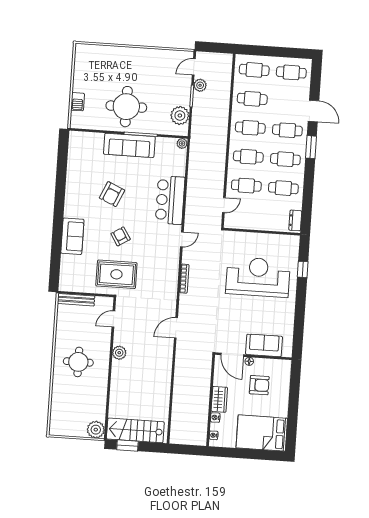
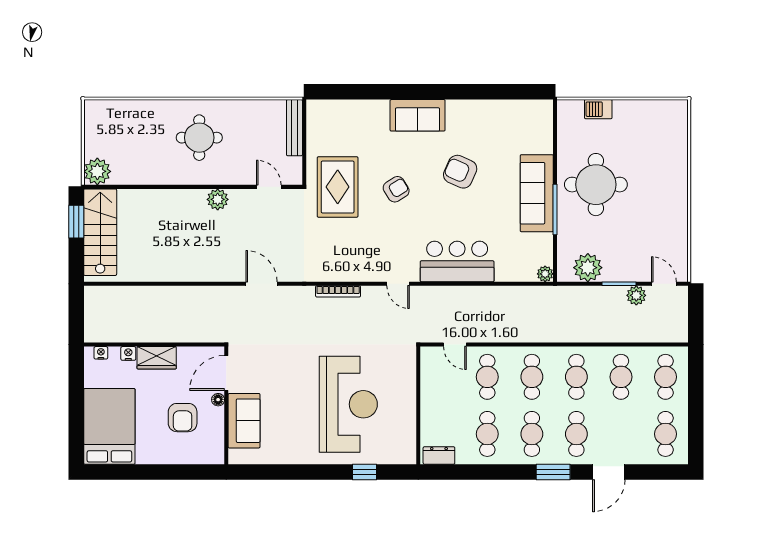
sofa: (72, 236) -> (418, 115), moved

